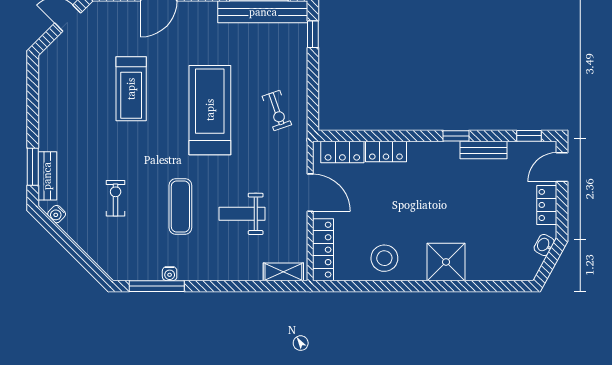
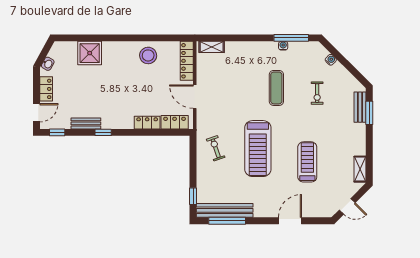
shelving: (47, 77) -> (360, 169), added
water cooler: (57, 214) -> (331, 60), moved
weight bench: (242, 214) -> (238, 83), removed
shower: (446, 262) -> (90, 53), moved

